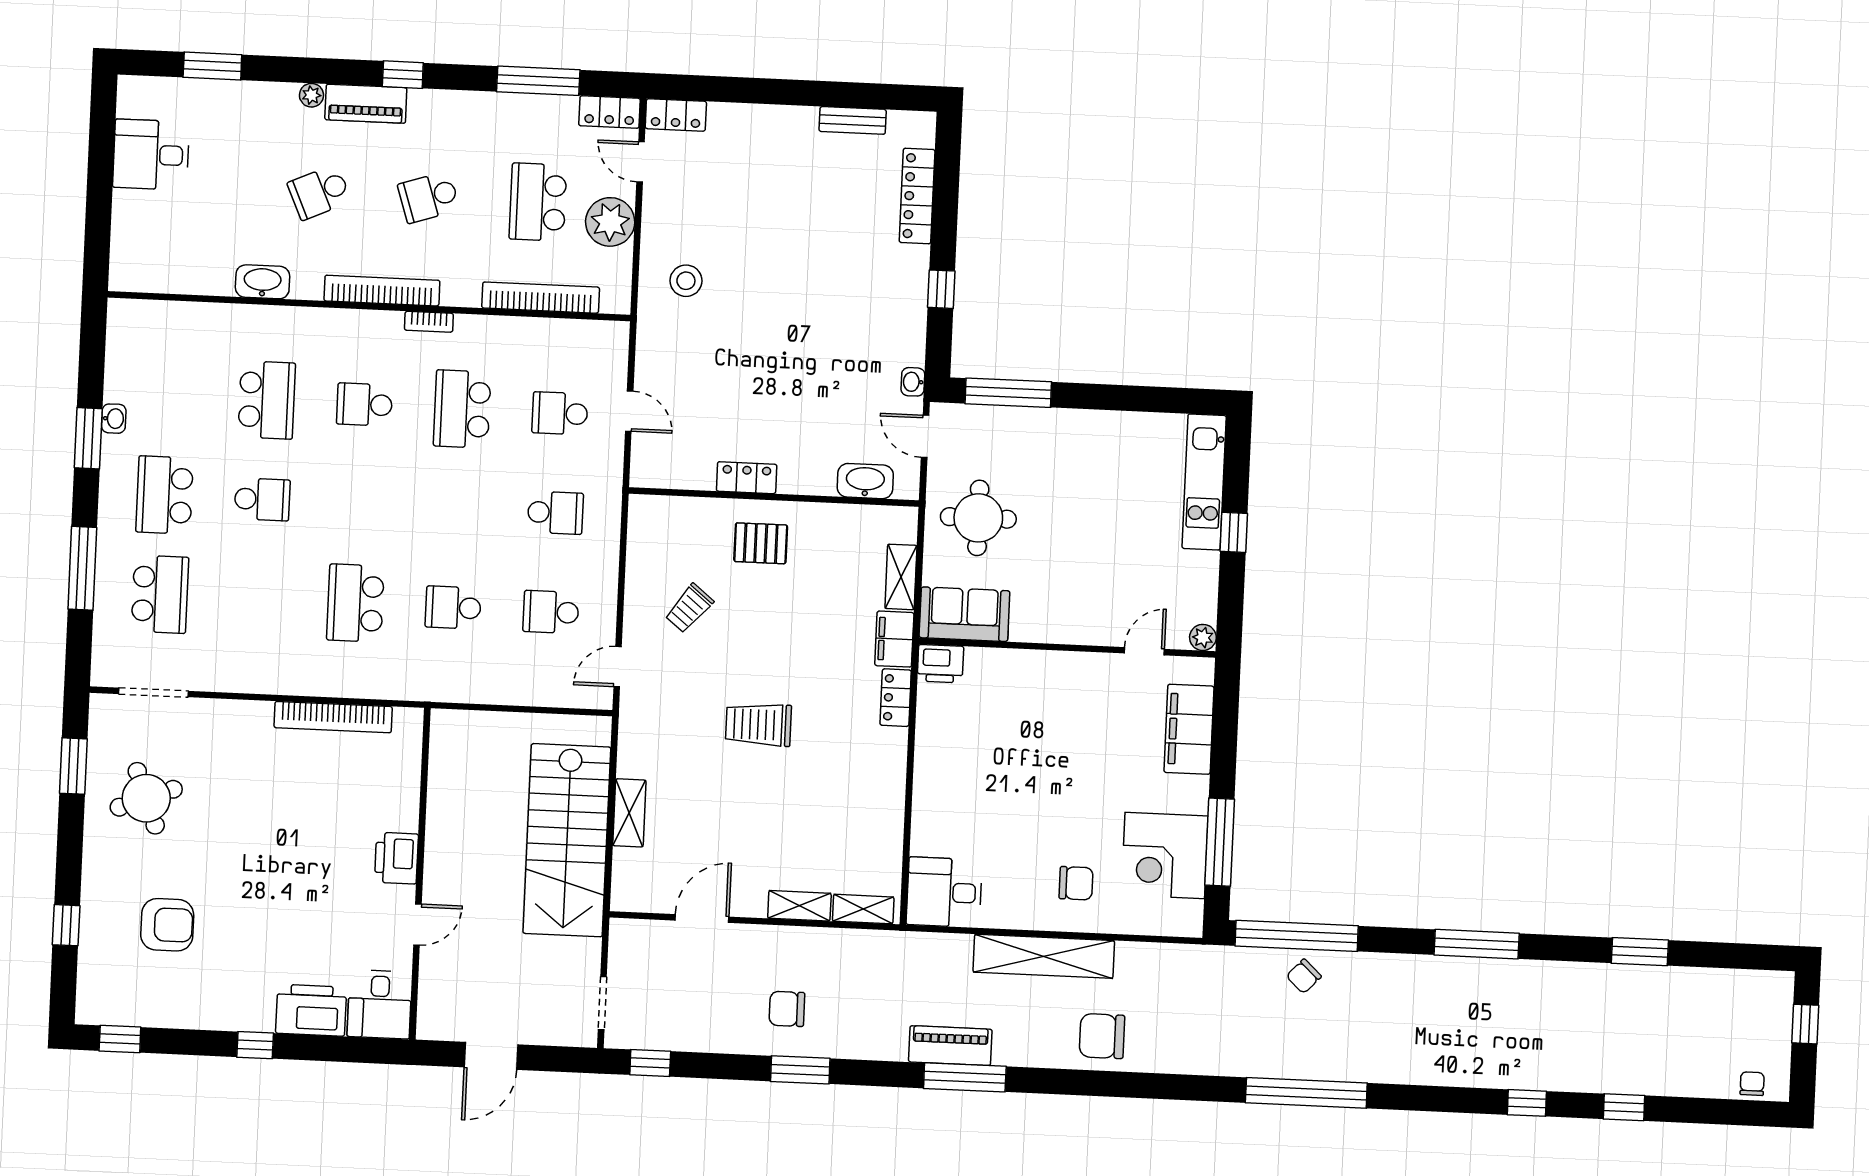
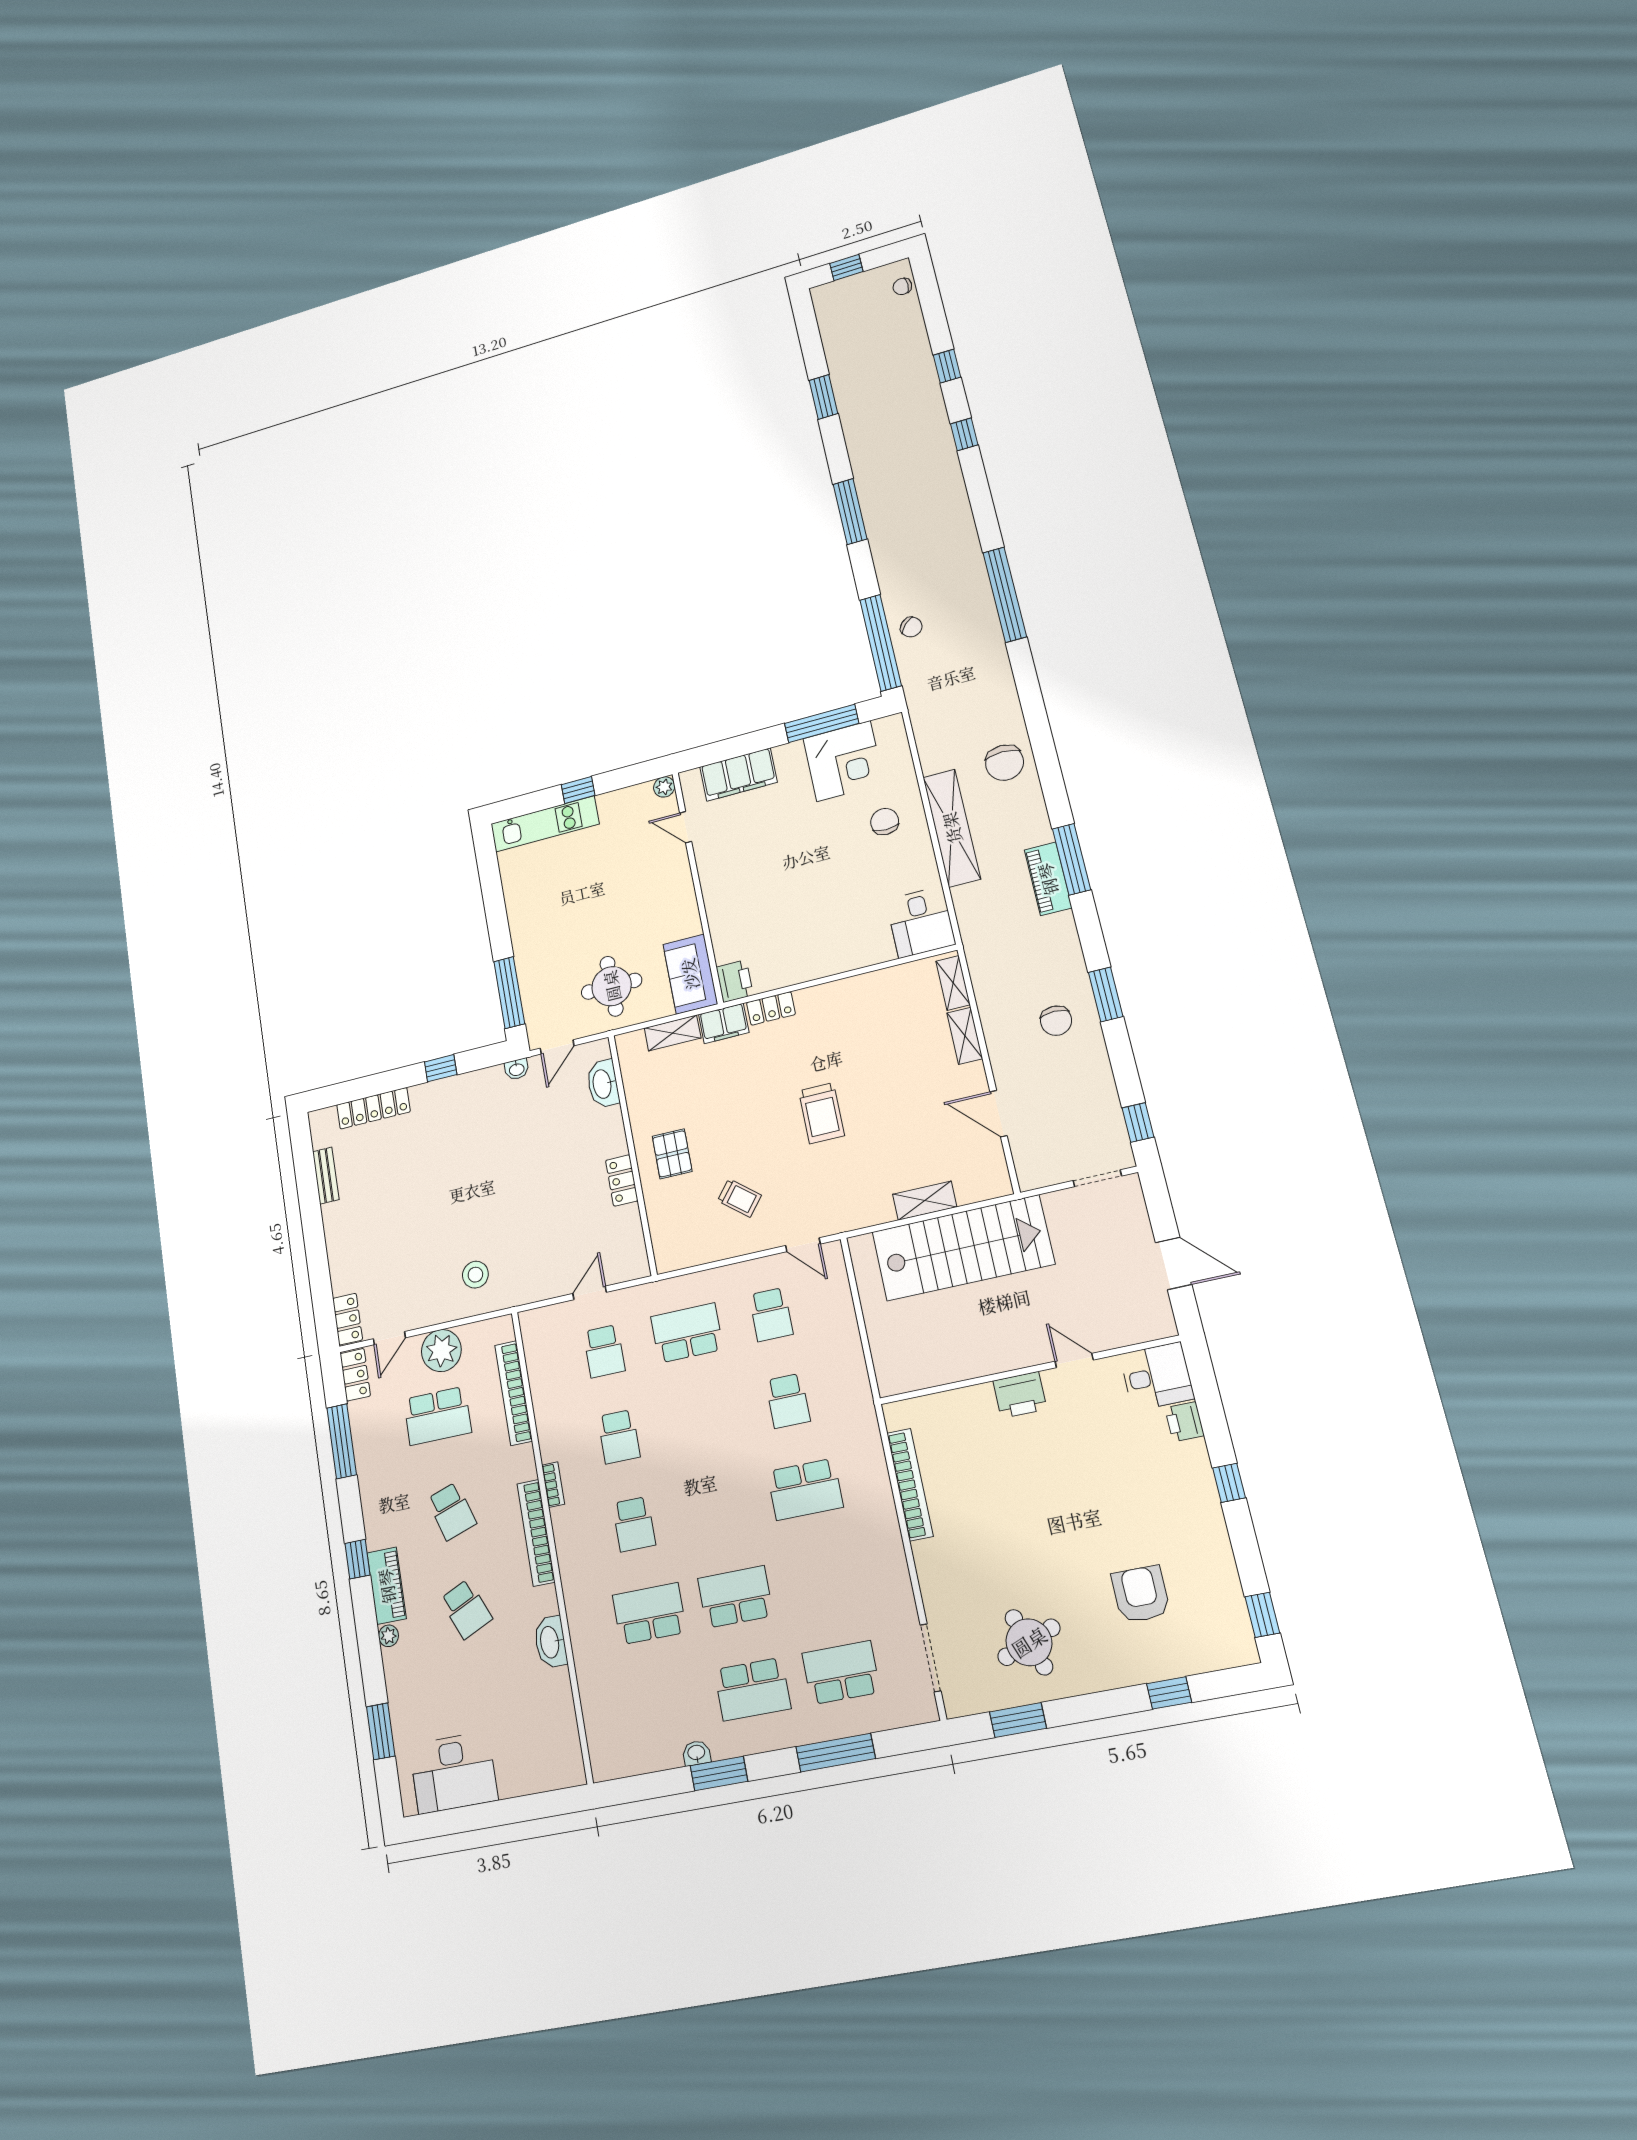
desk: (151, 155) -> (453, 1773), width x1.37
school desk: (462, 409) -> (619, 1437), width x0.54
school desk: (262, 499) -> (735, 1597), width x1.85
school desk: (555, 513) -> (687, 1333), width x1.85
printer: (311, 1010) -> (1184, 1422), width x0.53, depth x0.68

